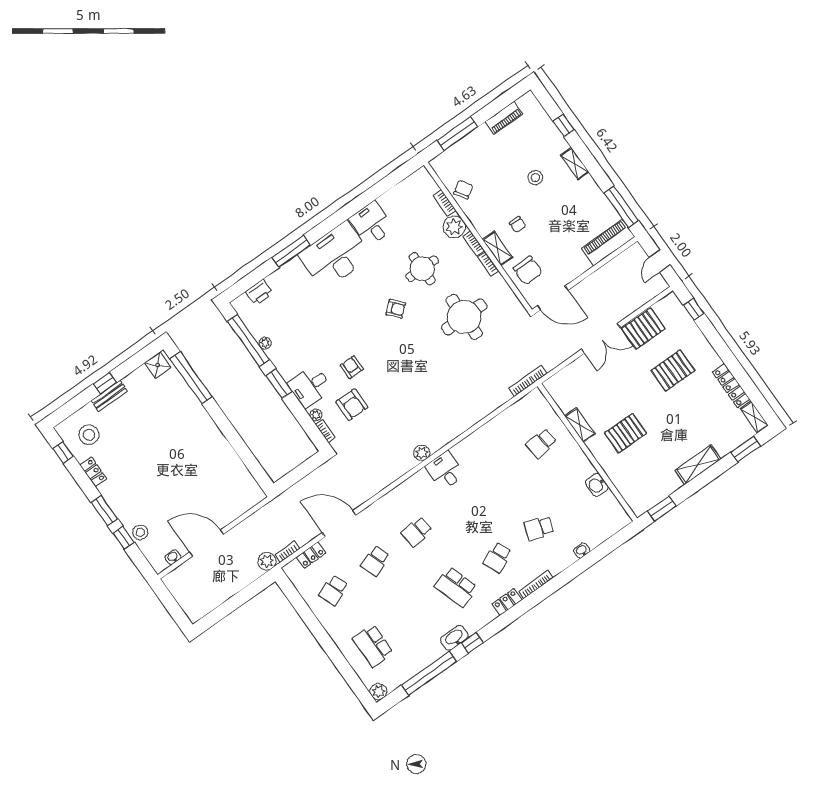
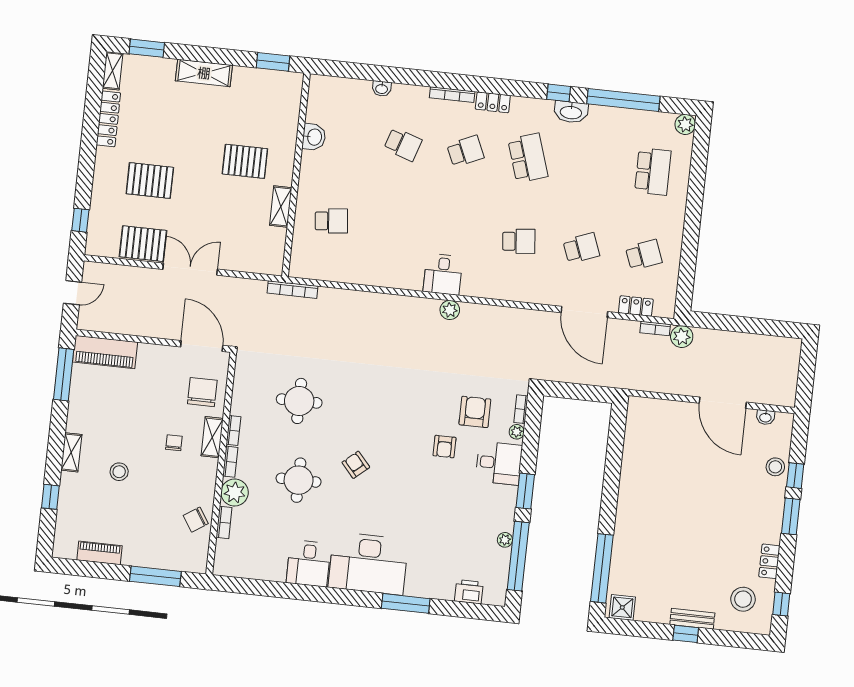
round table: (464, 317) -> (299, 401), width x0.73, depth x0.73

